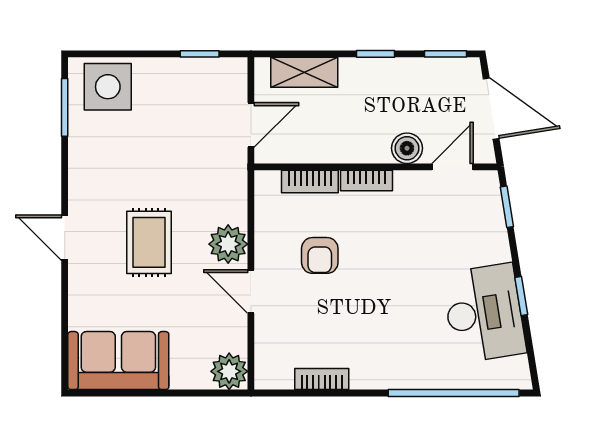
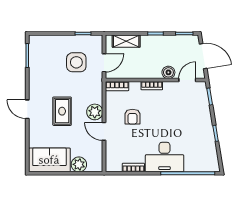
side table: (108, 87) -> (76, 62), moved
bookcase: (310, 182) -> (117, 86), moved
desk: (484, 313) -> (165, 157), moved, turned 99
plant: (229, 371) -> (79, 164), moved

